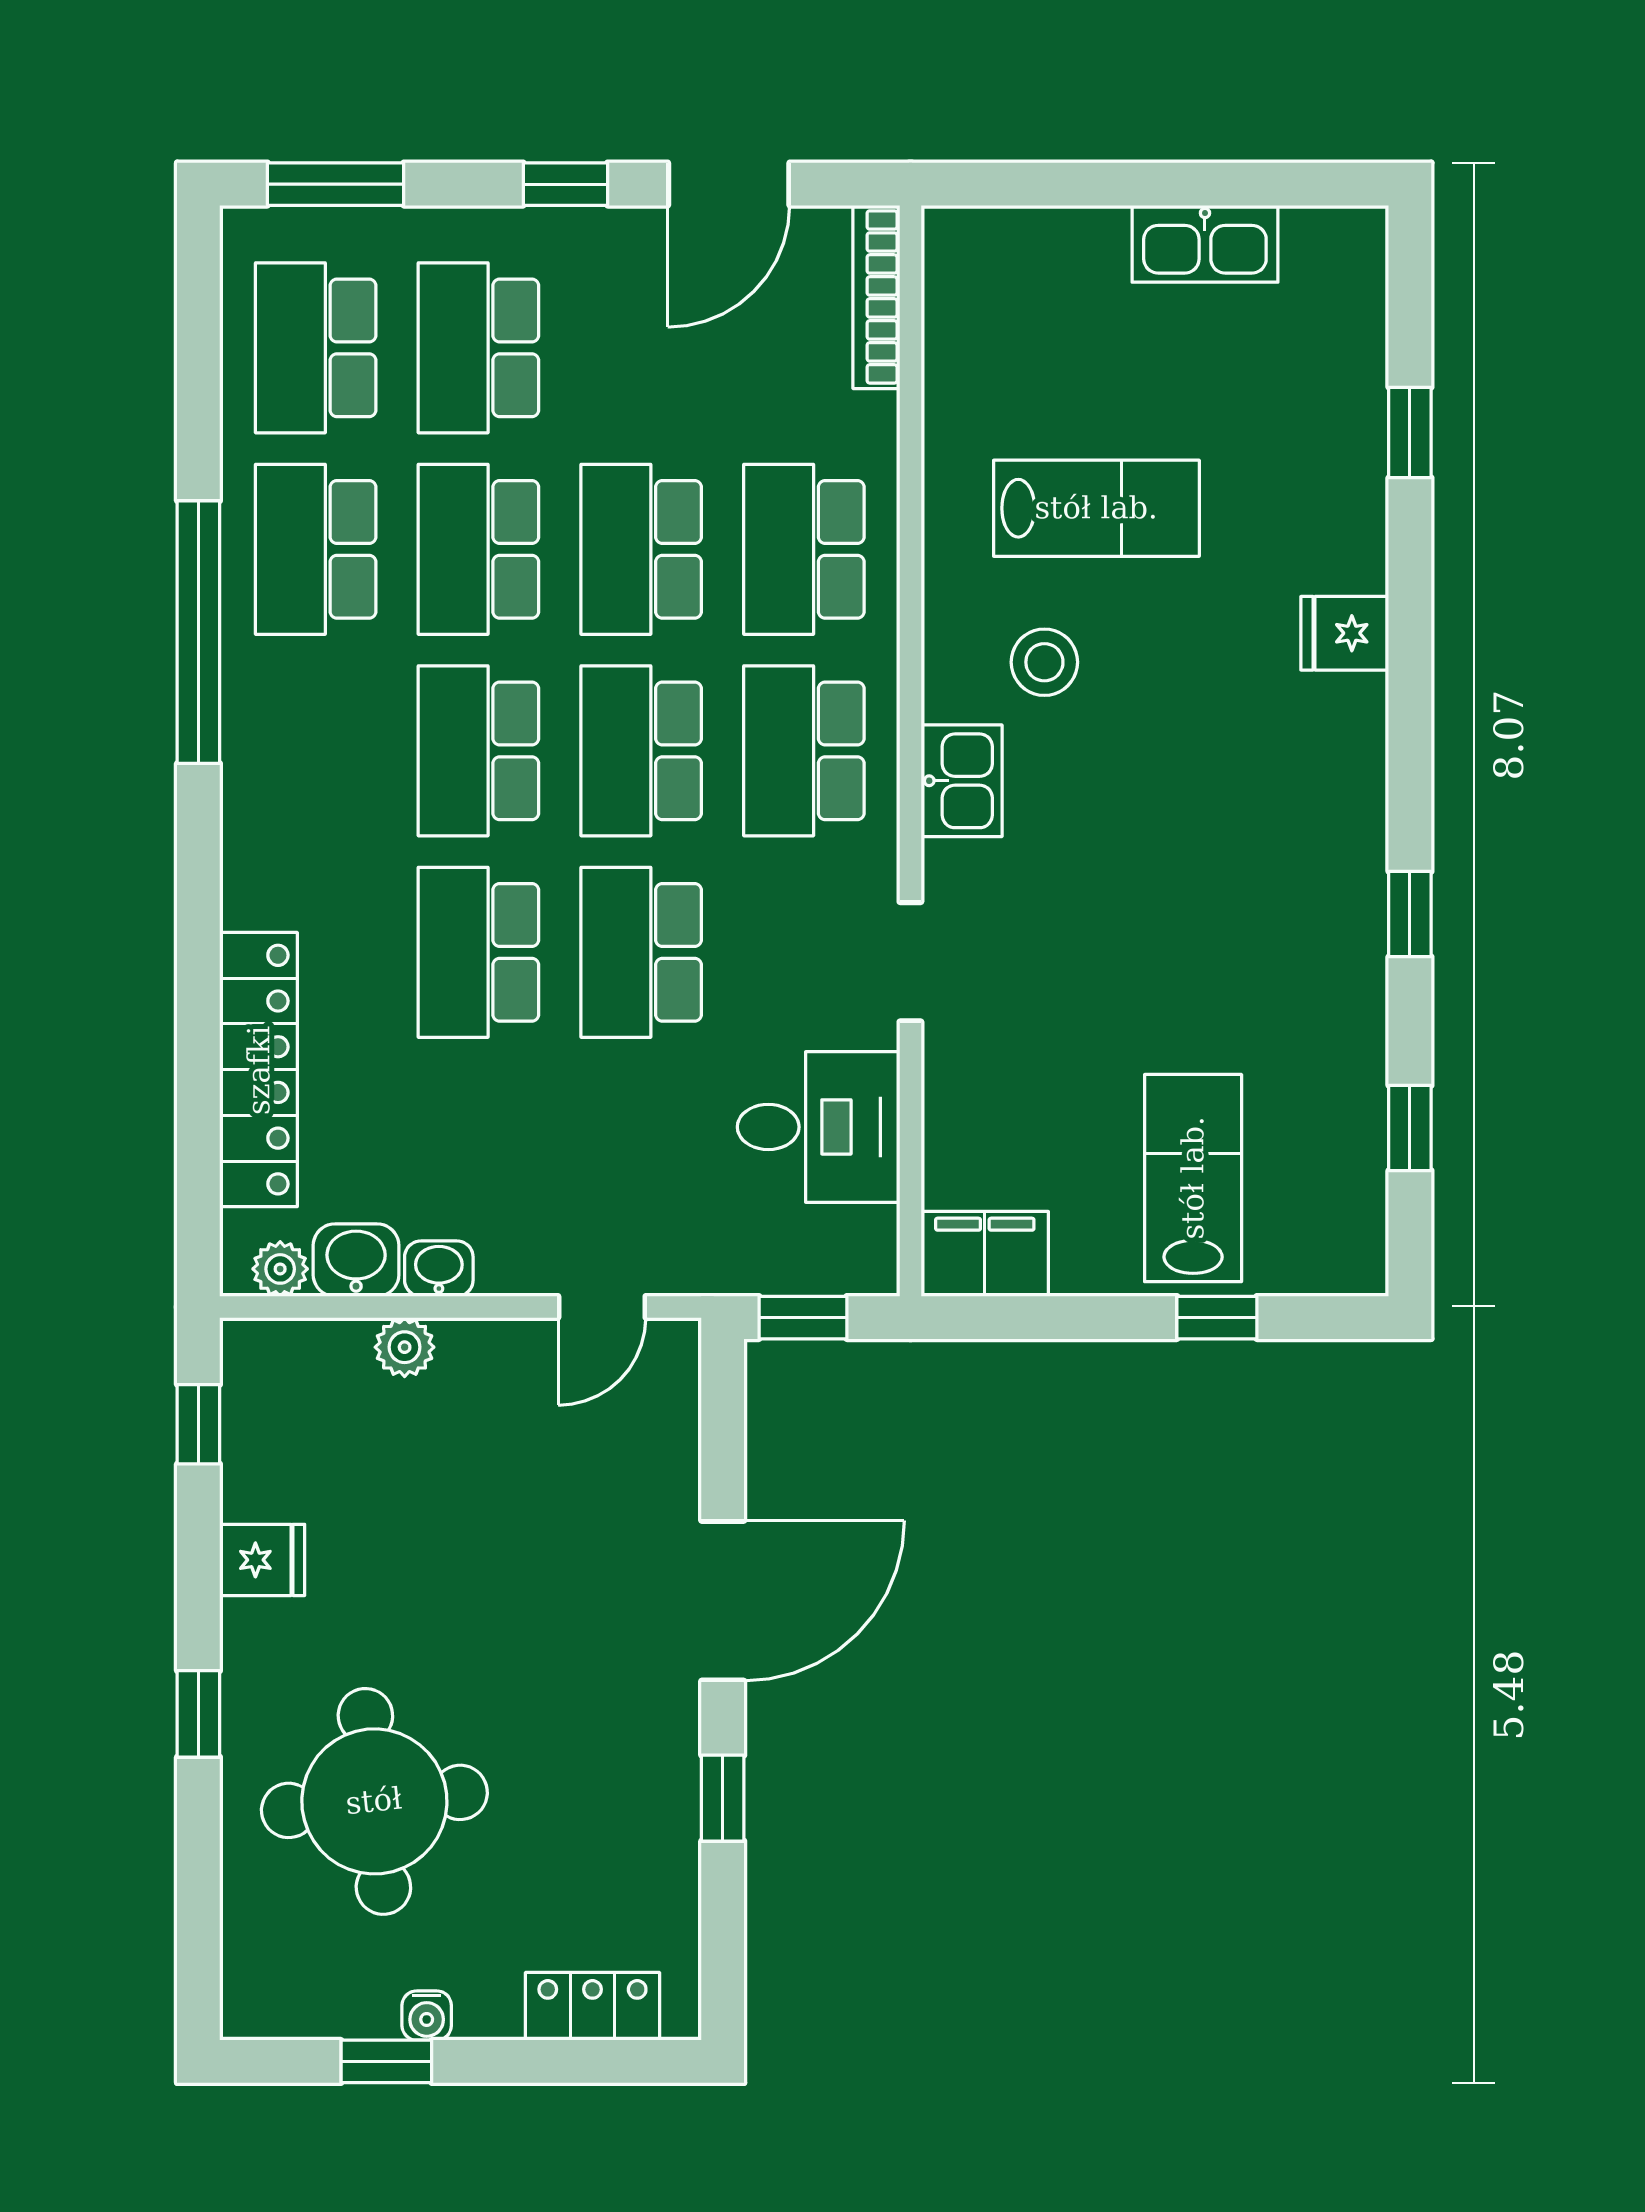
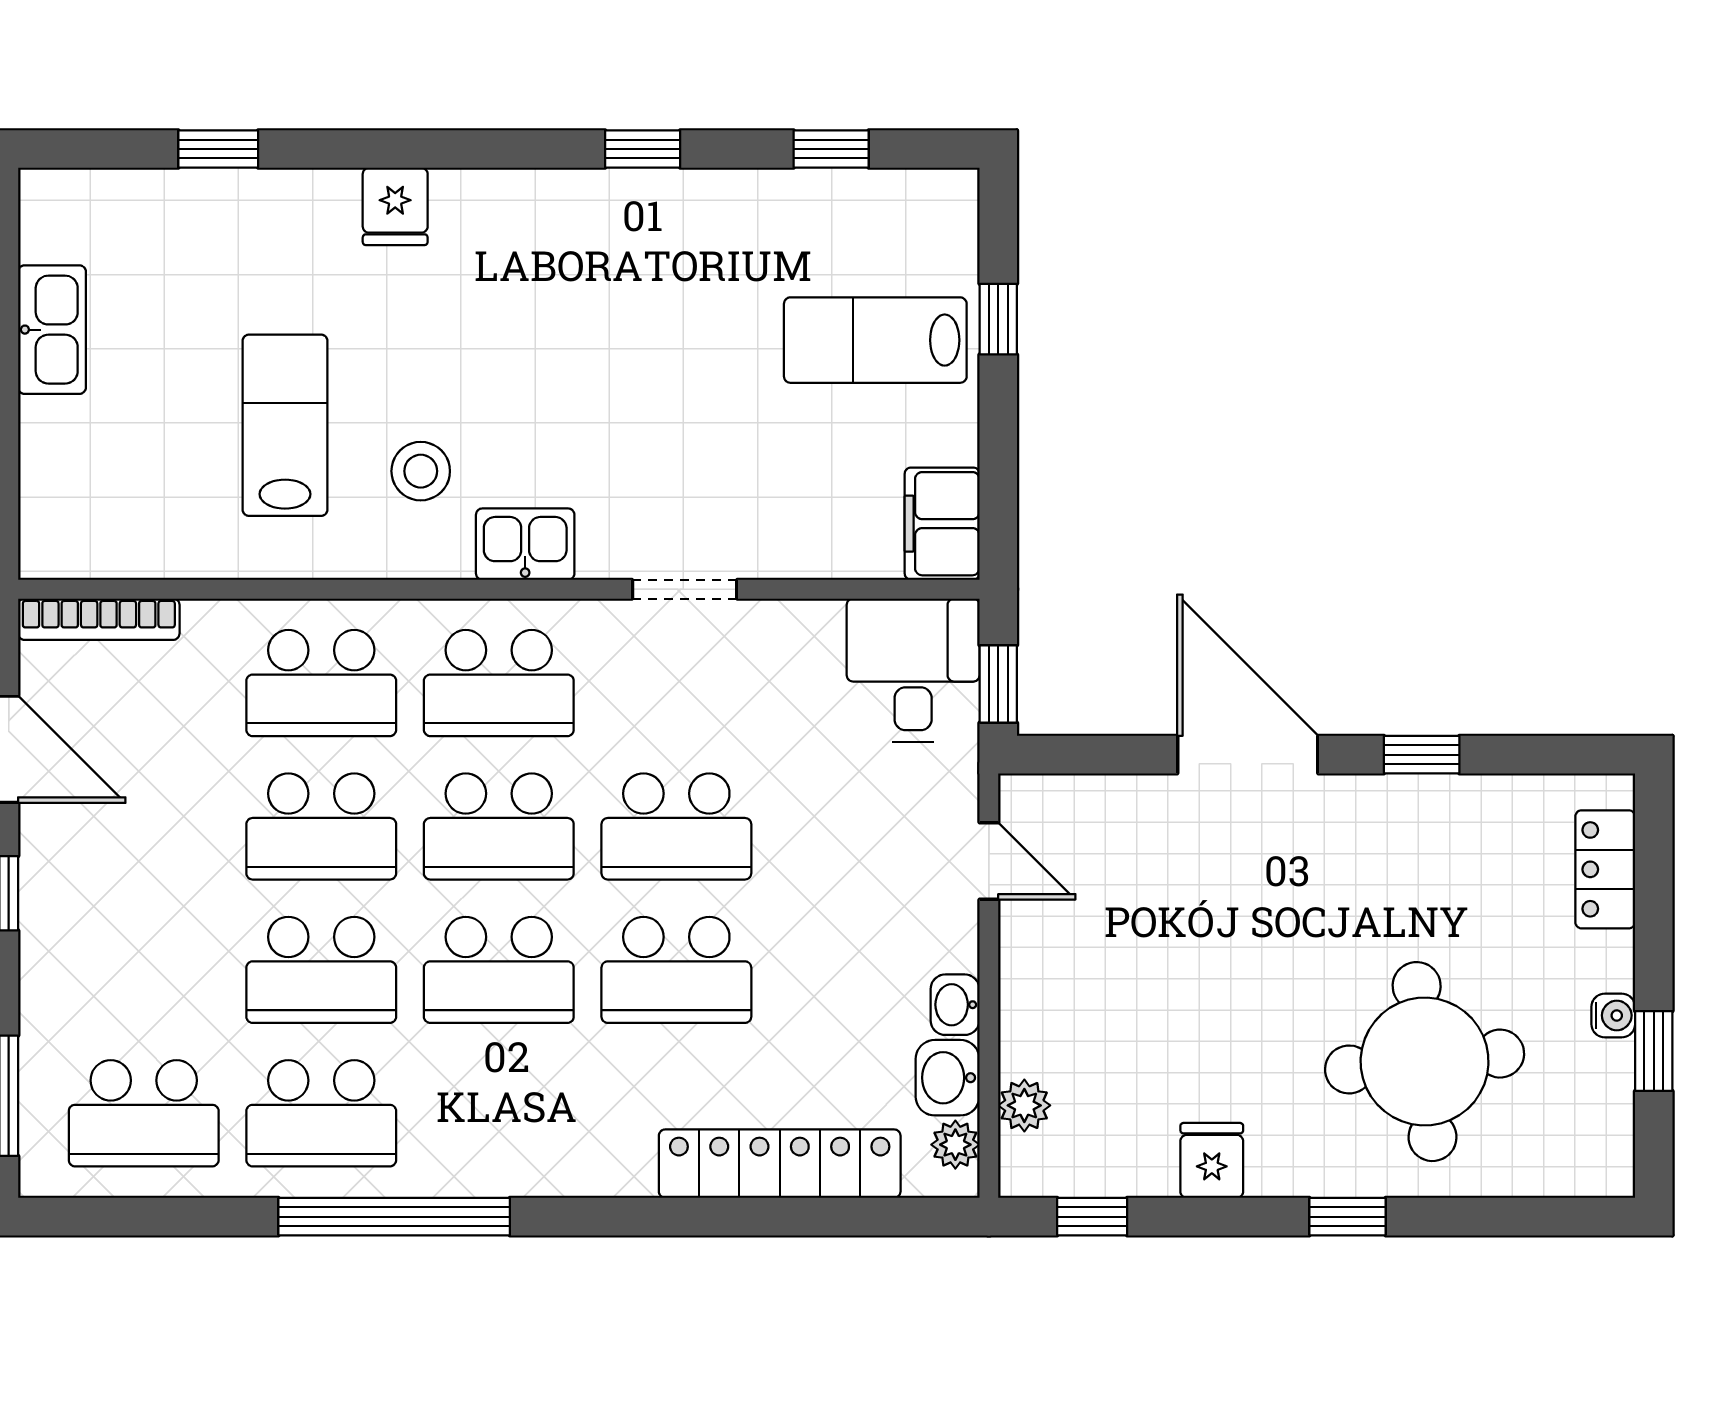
school desk: (478, 348) -> (144, 970), removed
desk: (819, 1127) -> (913, 670), moved
plant: (405, 1347) -> (1024, 1105), moved

